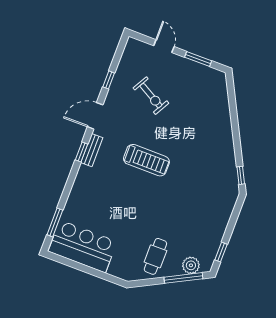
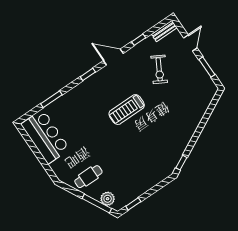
bench: (92, 150) -> (164, 31), moved
treadmill: (146, 160) -> (127, 110), turned 90
window: (55, 222) -> (51, 99), moved

